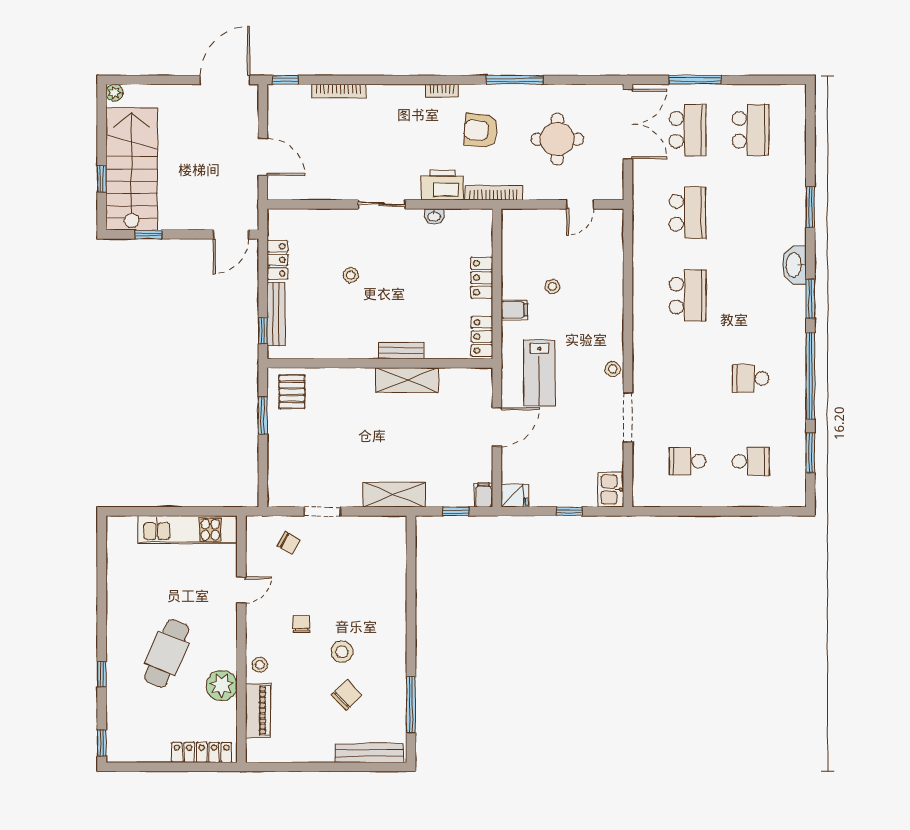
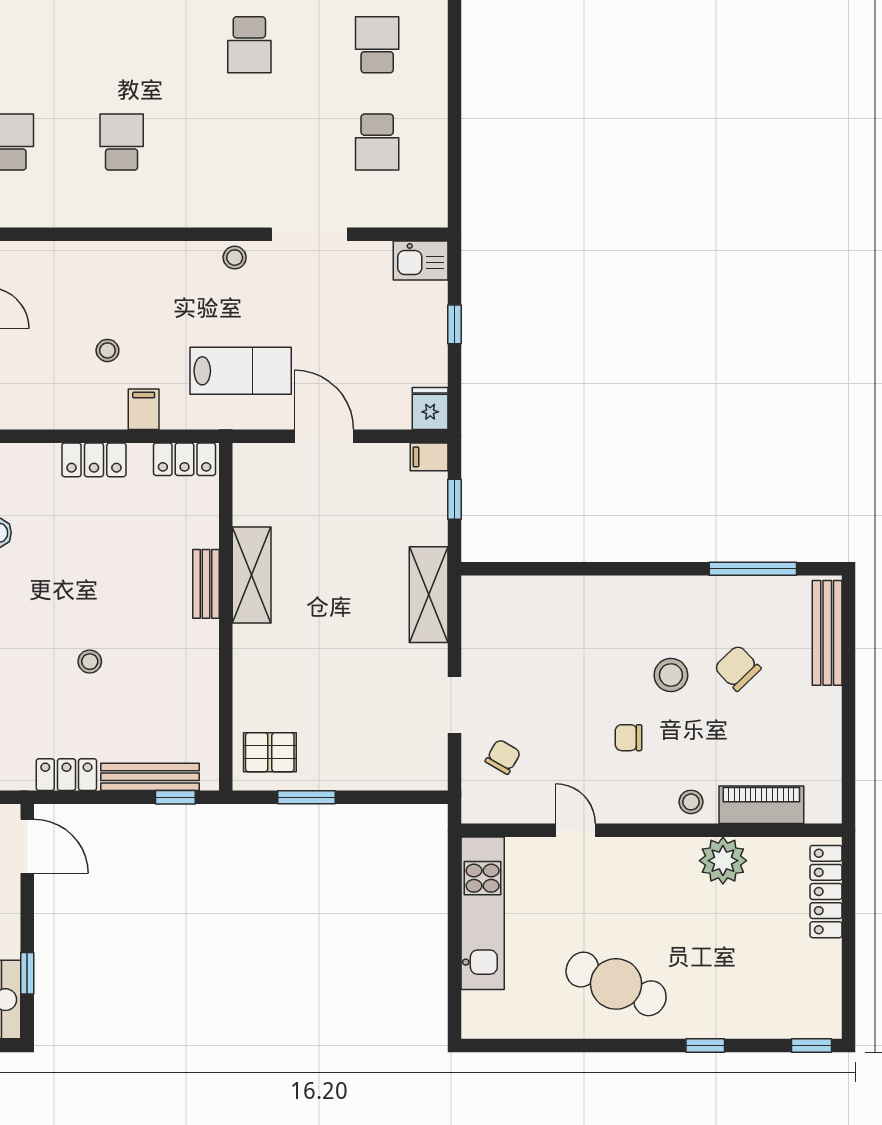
school desk: (688, 296) -> (122, 142), width x0.54
cafe table: (167, 653) -> (616, 984), moved

